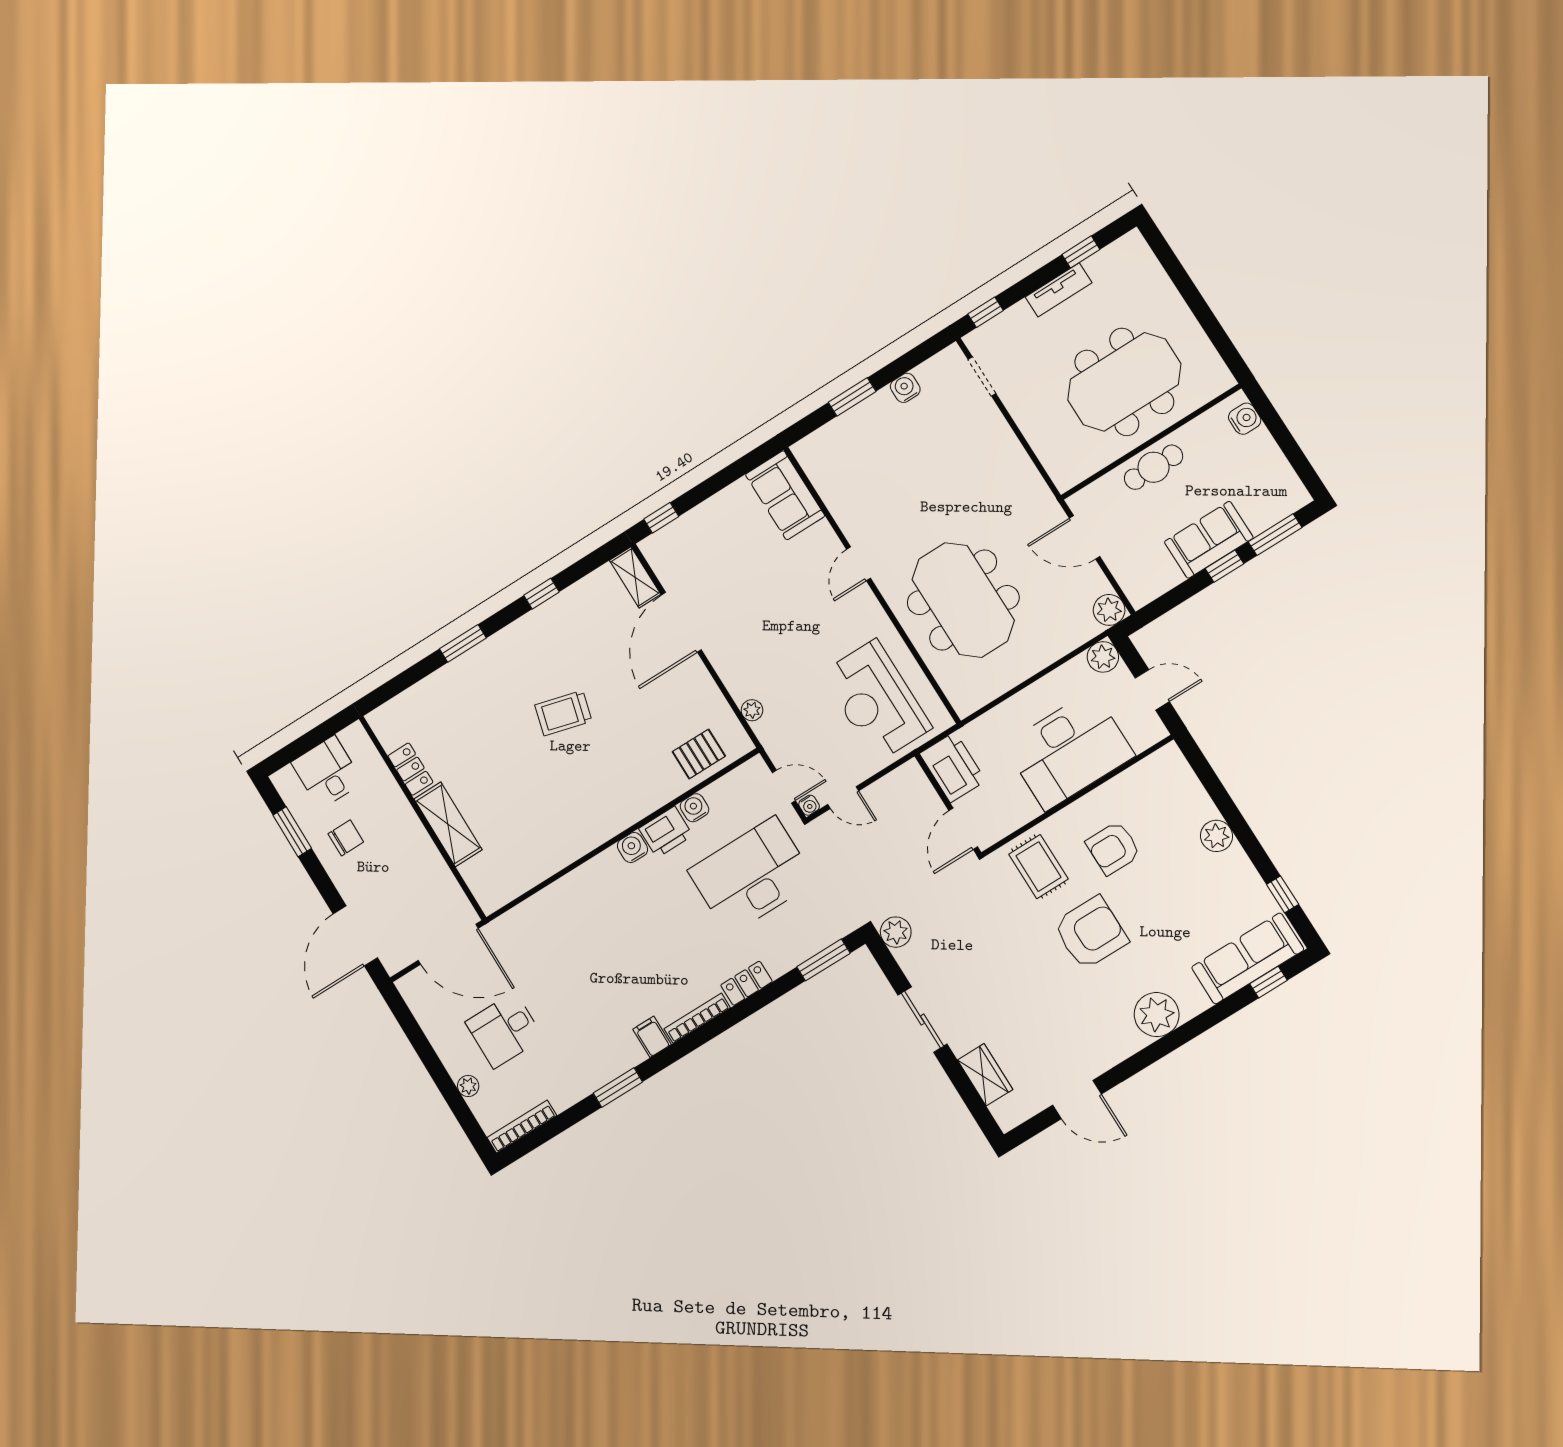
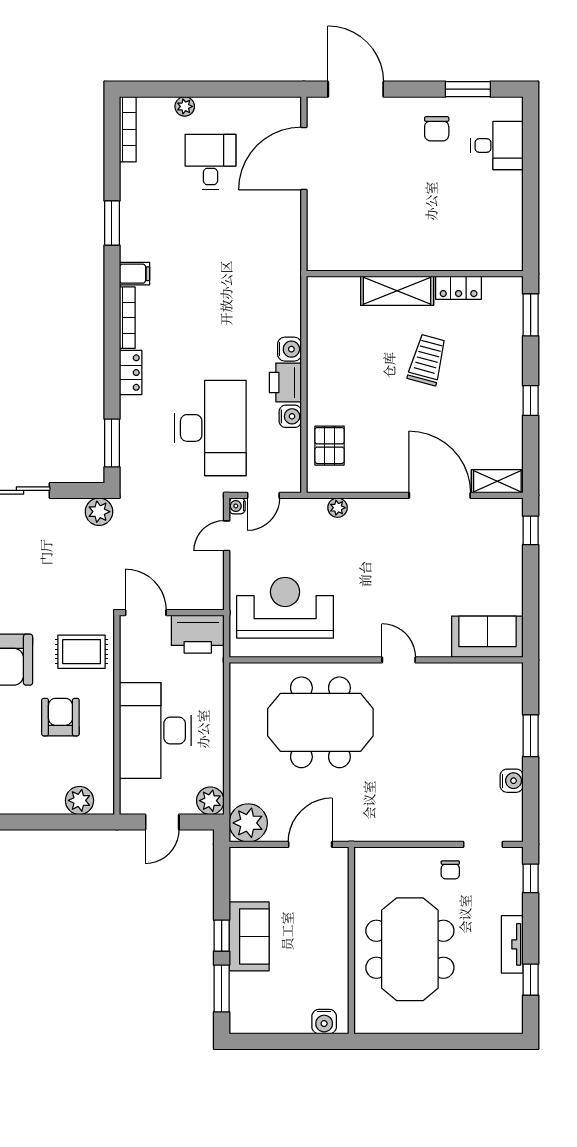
chair: (1025, 392) -> (450, 870), added
cafe table: (1154, 467) -> (331, 930), removed
plant: (1109, 610) -> (248, 823), width x1.36, depth x1.36
locker: (410, 769) -> (459, 288), moved
wall: (422, 818) -> (415, 274), moved
shelving: (448, 824) -> (397, 291), moved
plant: (1216, 836) -> (79, 800), moved

